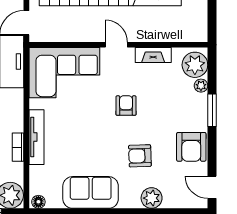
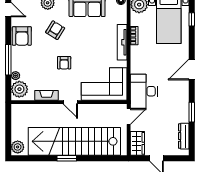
window: (212, 110) -> (8, 60), width x1.44
armchair: (191, 147) -> (22, 36), turned 180
armchair: (140, 156) -> (55, 30), turned -56

